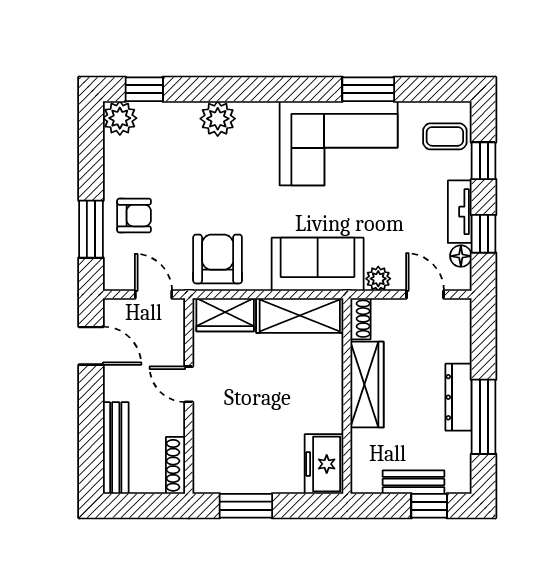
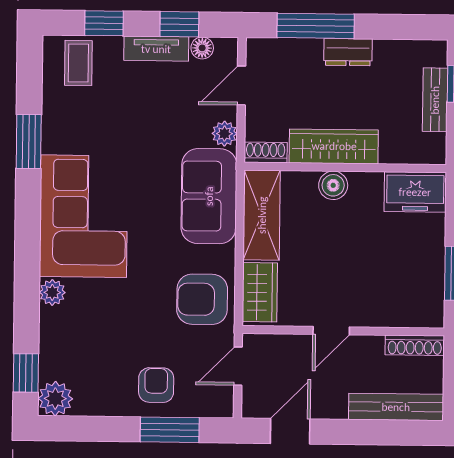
plant: (218, 119) -> (52, 292), width x0.73, depth x0.73
corner sofa: (339, 143) -> (84, 216), moved
boiler: (329, 384) -> (333, 185), added
dresser: (459, 397) -> (348, 52), width x0.70
window: (484, 417) -> (316, 26), moved

